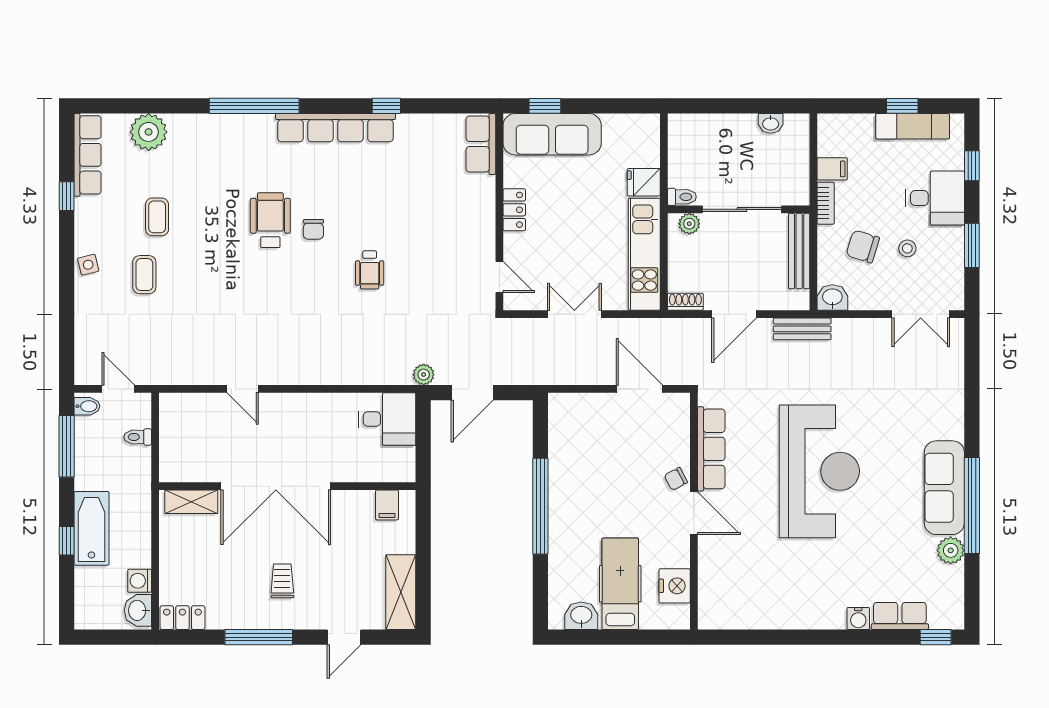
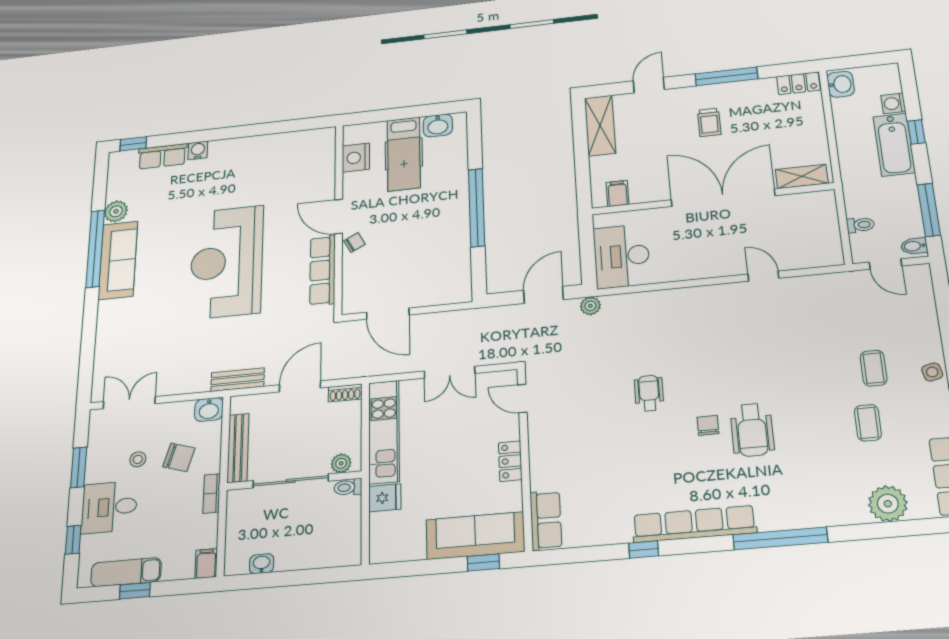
filing cabinet: (832, 169) -> (206, 564), moved, turned 90
desk: (387, 419) -> (622, 256), width x1.37
washing machine: (140, 581) -> (893, 103), moved, turned 180

